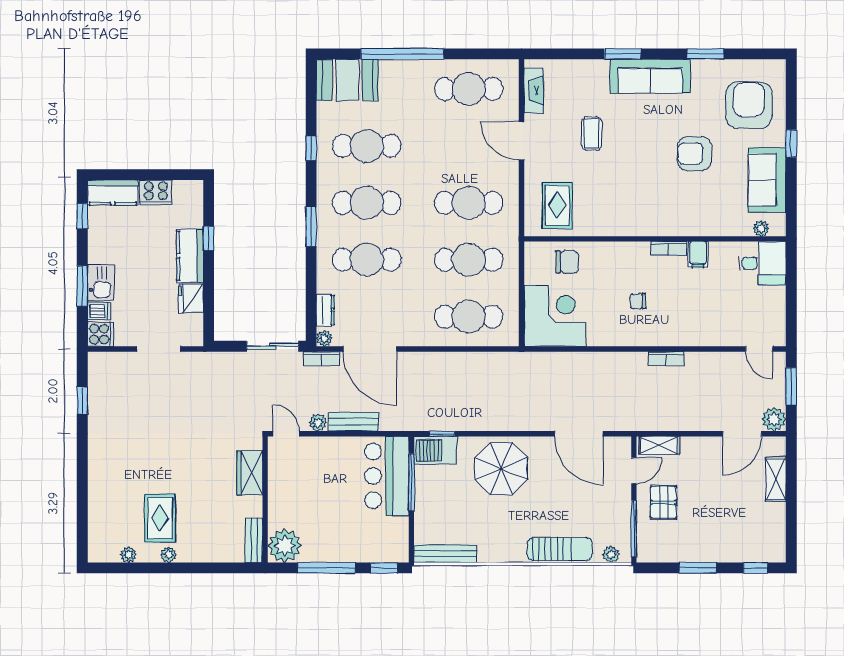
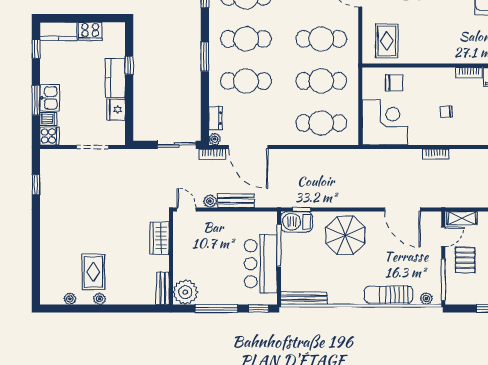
bookcase: (666, 359) -> (436, 154), moved
bar counter: (387, 476) -> (261, 264), moved
sun lounger: (560, 549) -> (388, 295), turned 180

